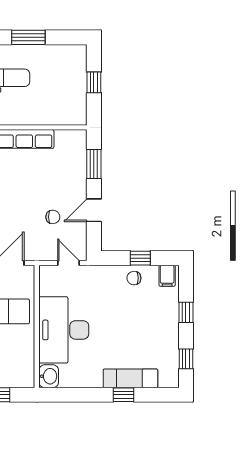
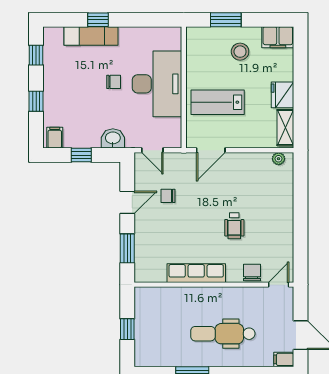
chair: (134, 278) -> (114, 82), moved
washbasin: (49, 376) -> (113, 138), moved, turned 90

